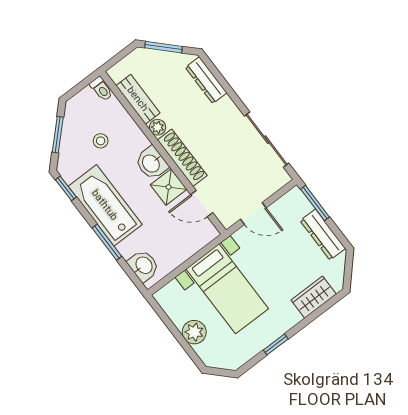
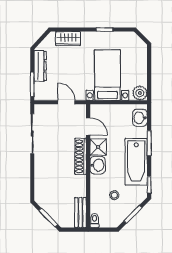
dresser: (206, 80) -> (40, 185), removed
bench: (138, 99) -> (80, 213), moved
plant: (158, 127) -> (81, 181), removed
plant: (194, 332) -> (140, 93), moved

